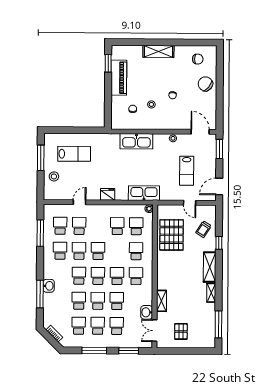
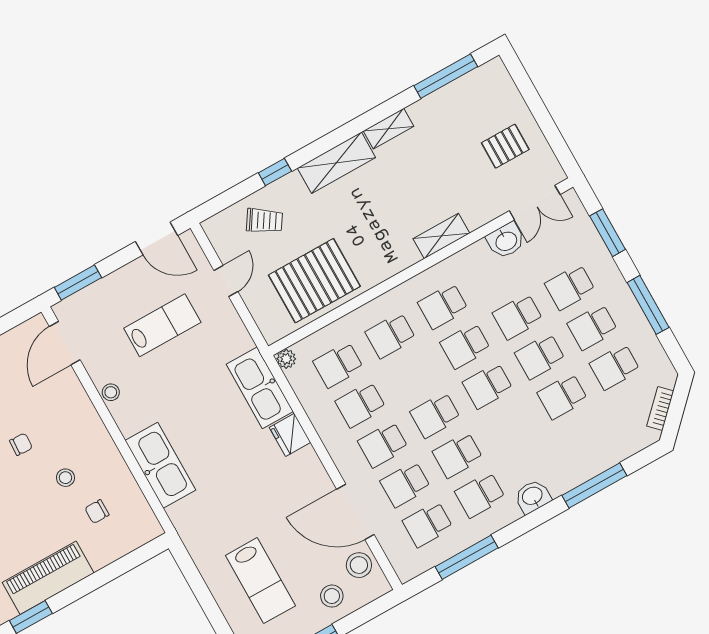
lab bench: (74, 154) -> (260, 581), turned 180
stool: (60, 193) -> (359, 565), added
fridge: (108, 194) -> (290, 435), moved
door: (80, 202) -> (355, 512), width x1.87
school desk: (79, 276) -> (383, 445), moved
washbasin: (49, 286) -> (533, 496), moved
shelving: (162, 301) -> (441, 236), moved

